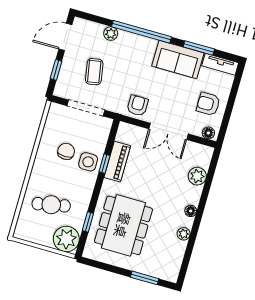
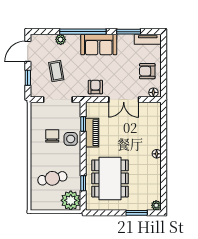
sofa: (178, 59) -> (99, 45), moved
window: (104, 164) -> (83, 124), moved
plant: (197, 176) -> (154, 127), removed
plant: (184, 234) -> (156, 205), moved

